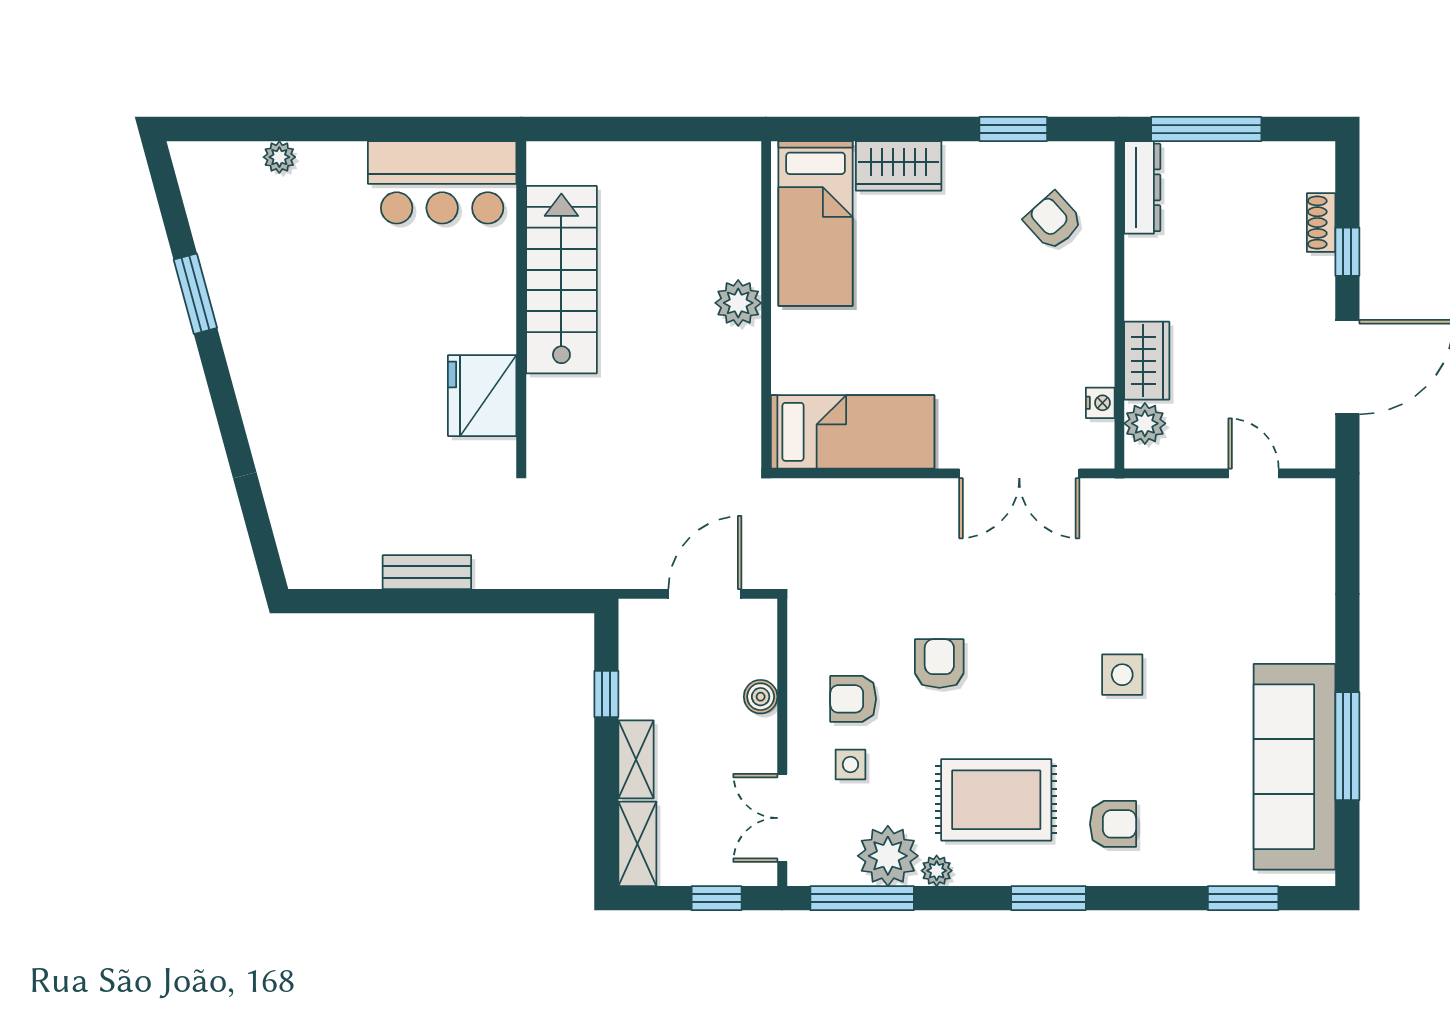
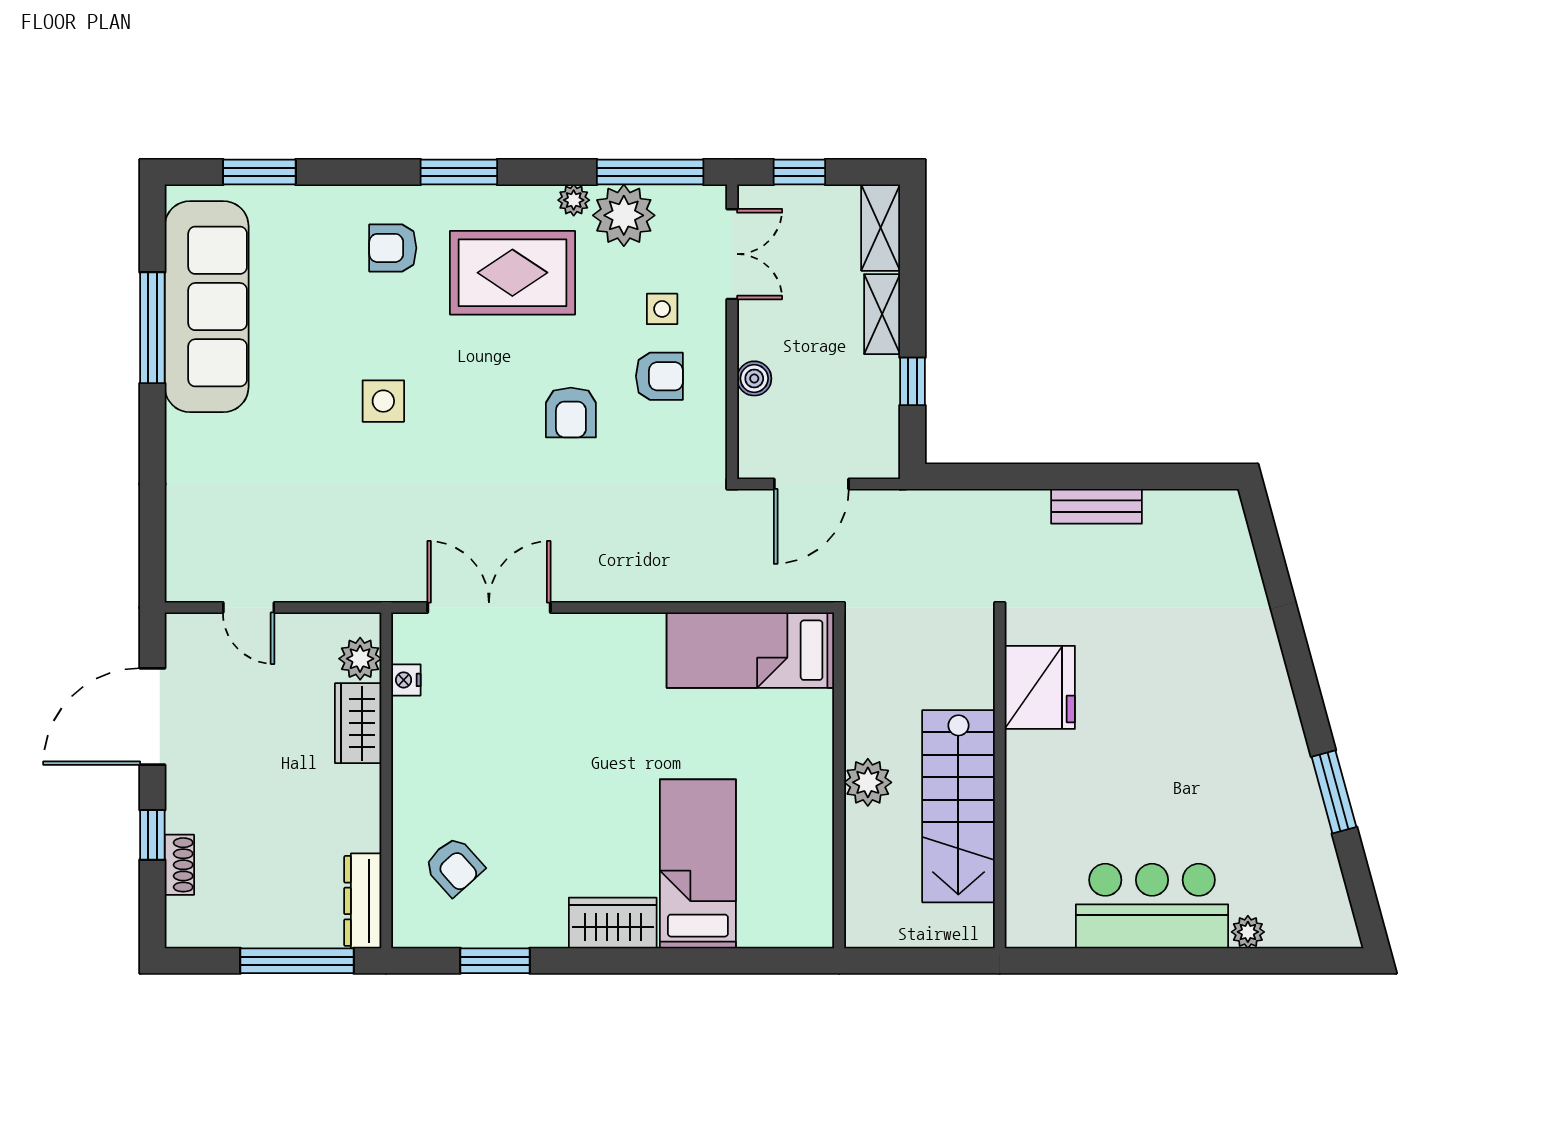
bar counter: (442, 182) -> (1152, 906), moved
plant: (738, 303) -> (868, 782), moved
wall: (766, 305) -> (839, 780), moved
bed: (853, 432) -> (750, 650), moved

